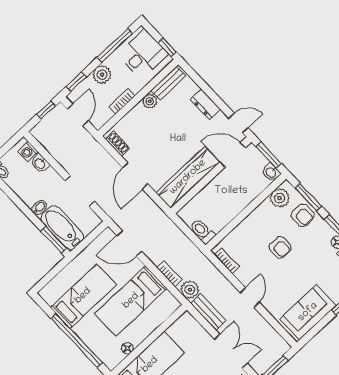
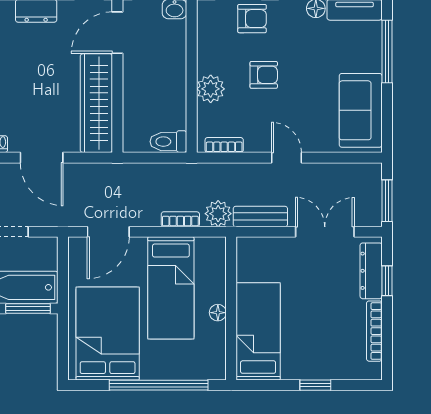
plant: (280, 198) -> (211, 89), moved
bed: (83, 296) -> (108, 334), width x1.50
floor lamp: (127, 348) -> (218, 313), moved

